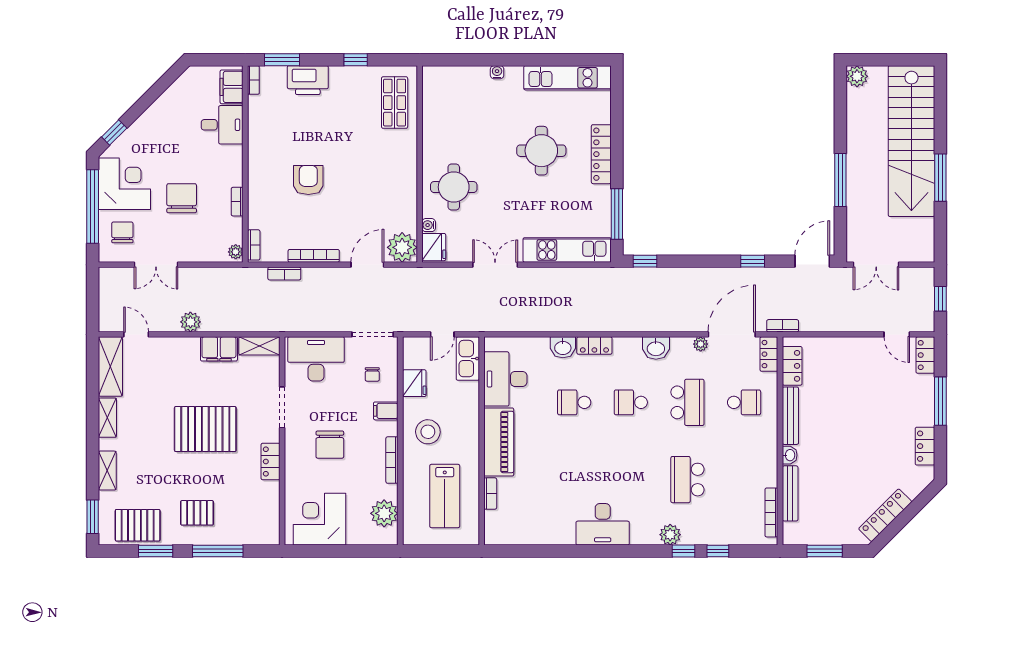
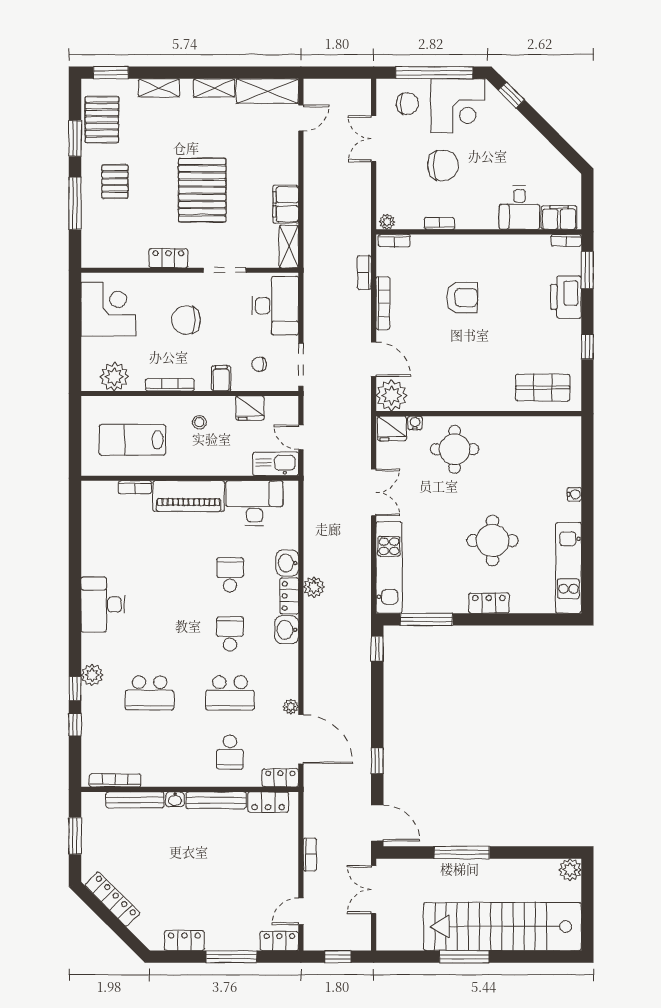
locker: (601, 154) -> (489, 603), width x0.66
plant: (190, 322) -> (314, 587), moved
bookcase: (783, 326) -> (310, 854), moved
washbasin: (656, 348) -> (287, 630), moved
stool: (428, 432) -> (199, 422), width x0.53, depth x0.53
school desk: (687, 480) -> (150, 693), turned 180

